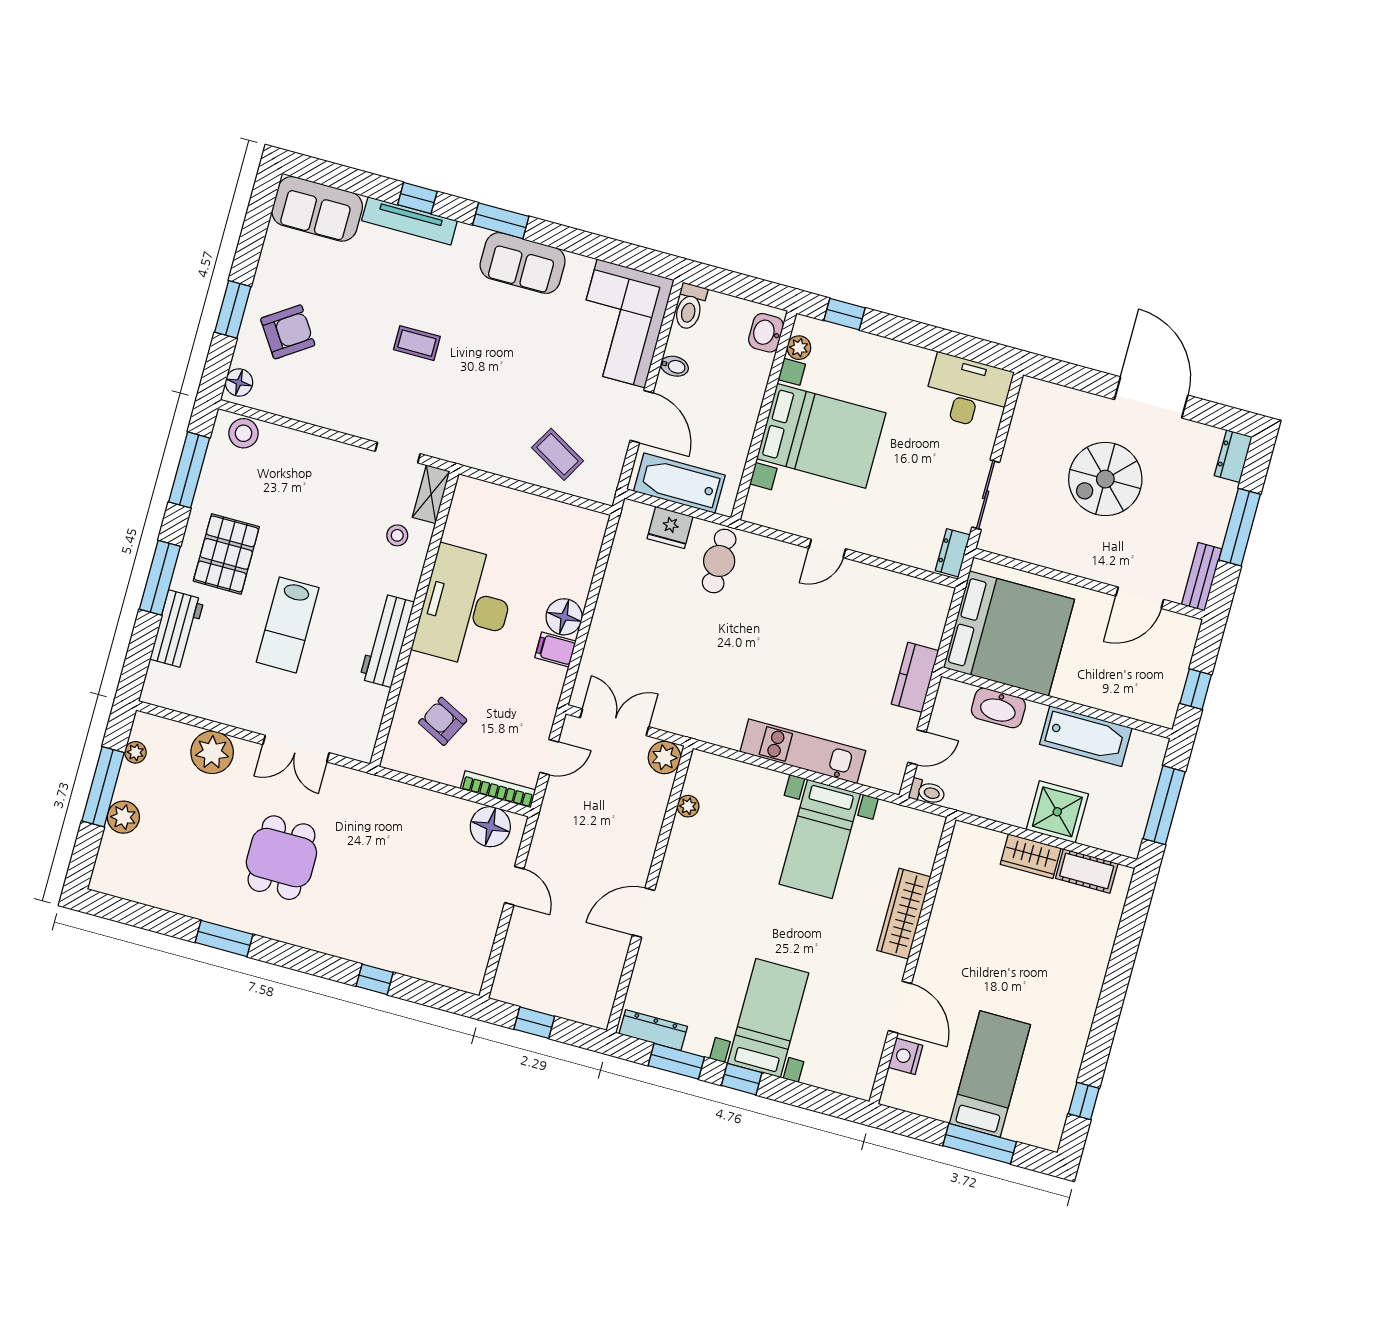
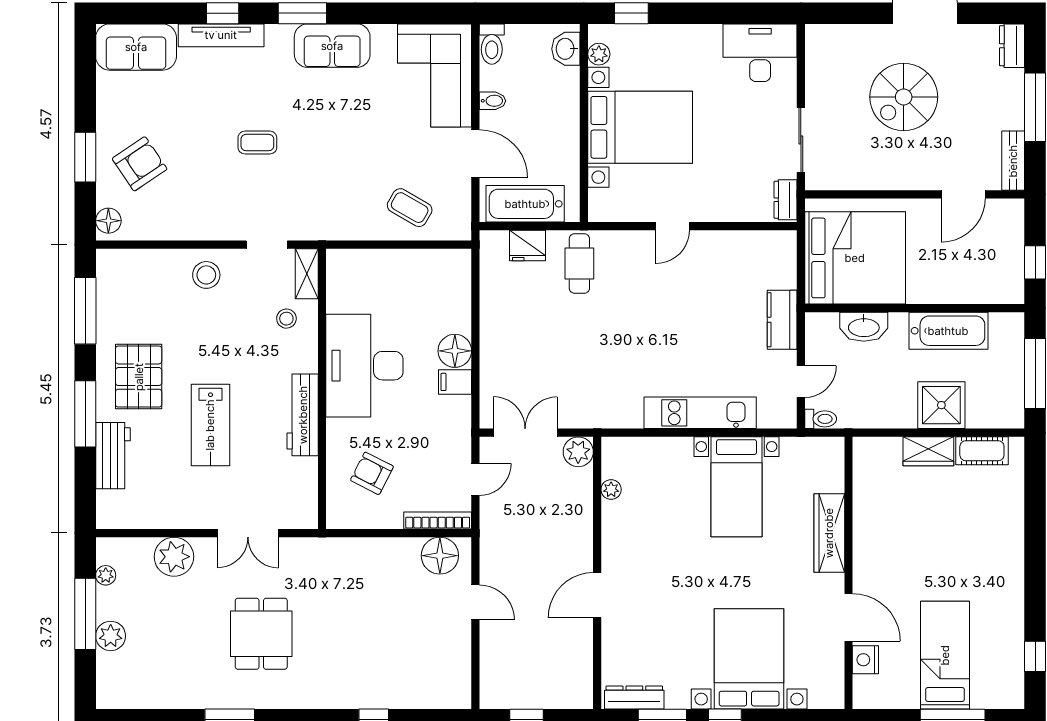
stool: (243, 433) -> (206, 275), moved
bed with nightstands: (768, 1018) -> (749, 659), width x1.36

